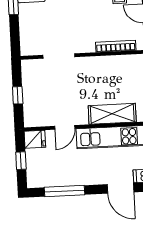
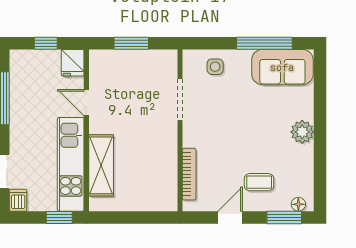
side table: (33, 30) -> (215, 67), added
window: (18, 95) -> (131, 43), width x1.50

